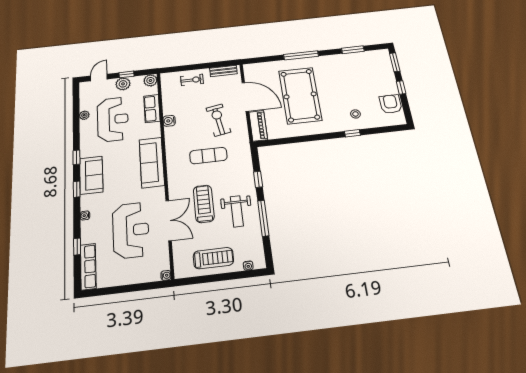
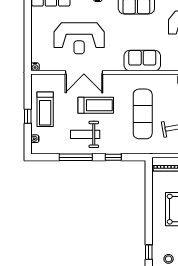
exercise mat: (208, 156) -> (143, 114), width x1.36, depth x1.45
sofa: (152, 162) -> (142, 60), width x0.73
window: (223, 277) -> (28, 116), added

